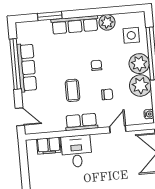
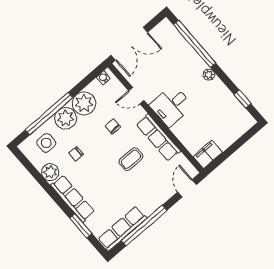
chair: (96, 65) -> (76, 154), moved
row of seats: (27, 68) -> (122, 229), moved
row of seats: (81, 122) -> (158, 138), width x1.48
filing cabinet: (49, 146) -> (208, 155), moved, turned -90
desk: (77, 151) -> (171, 106), moved

